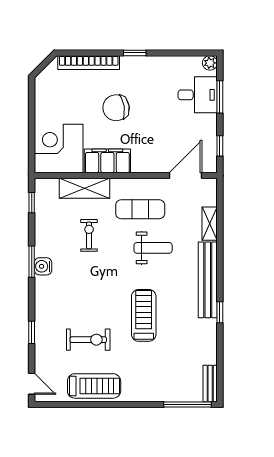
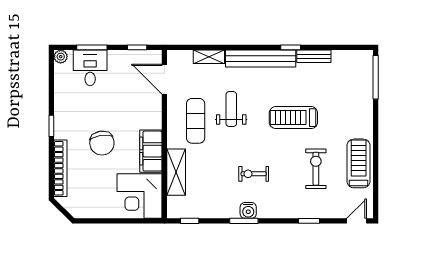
exercise bike: (89, 235) -> (254, 174), moved
bench: (210, 384) -> (314, 56), moved

